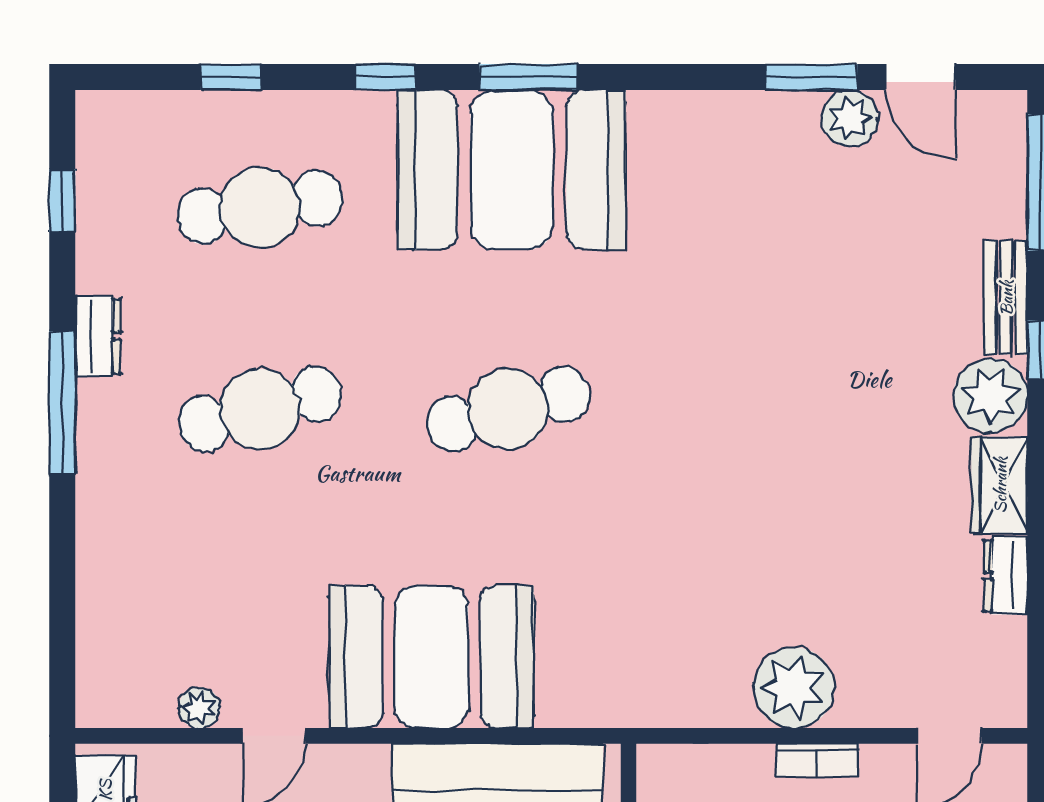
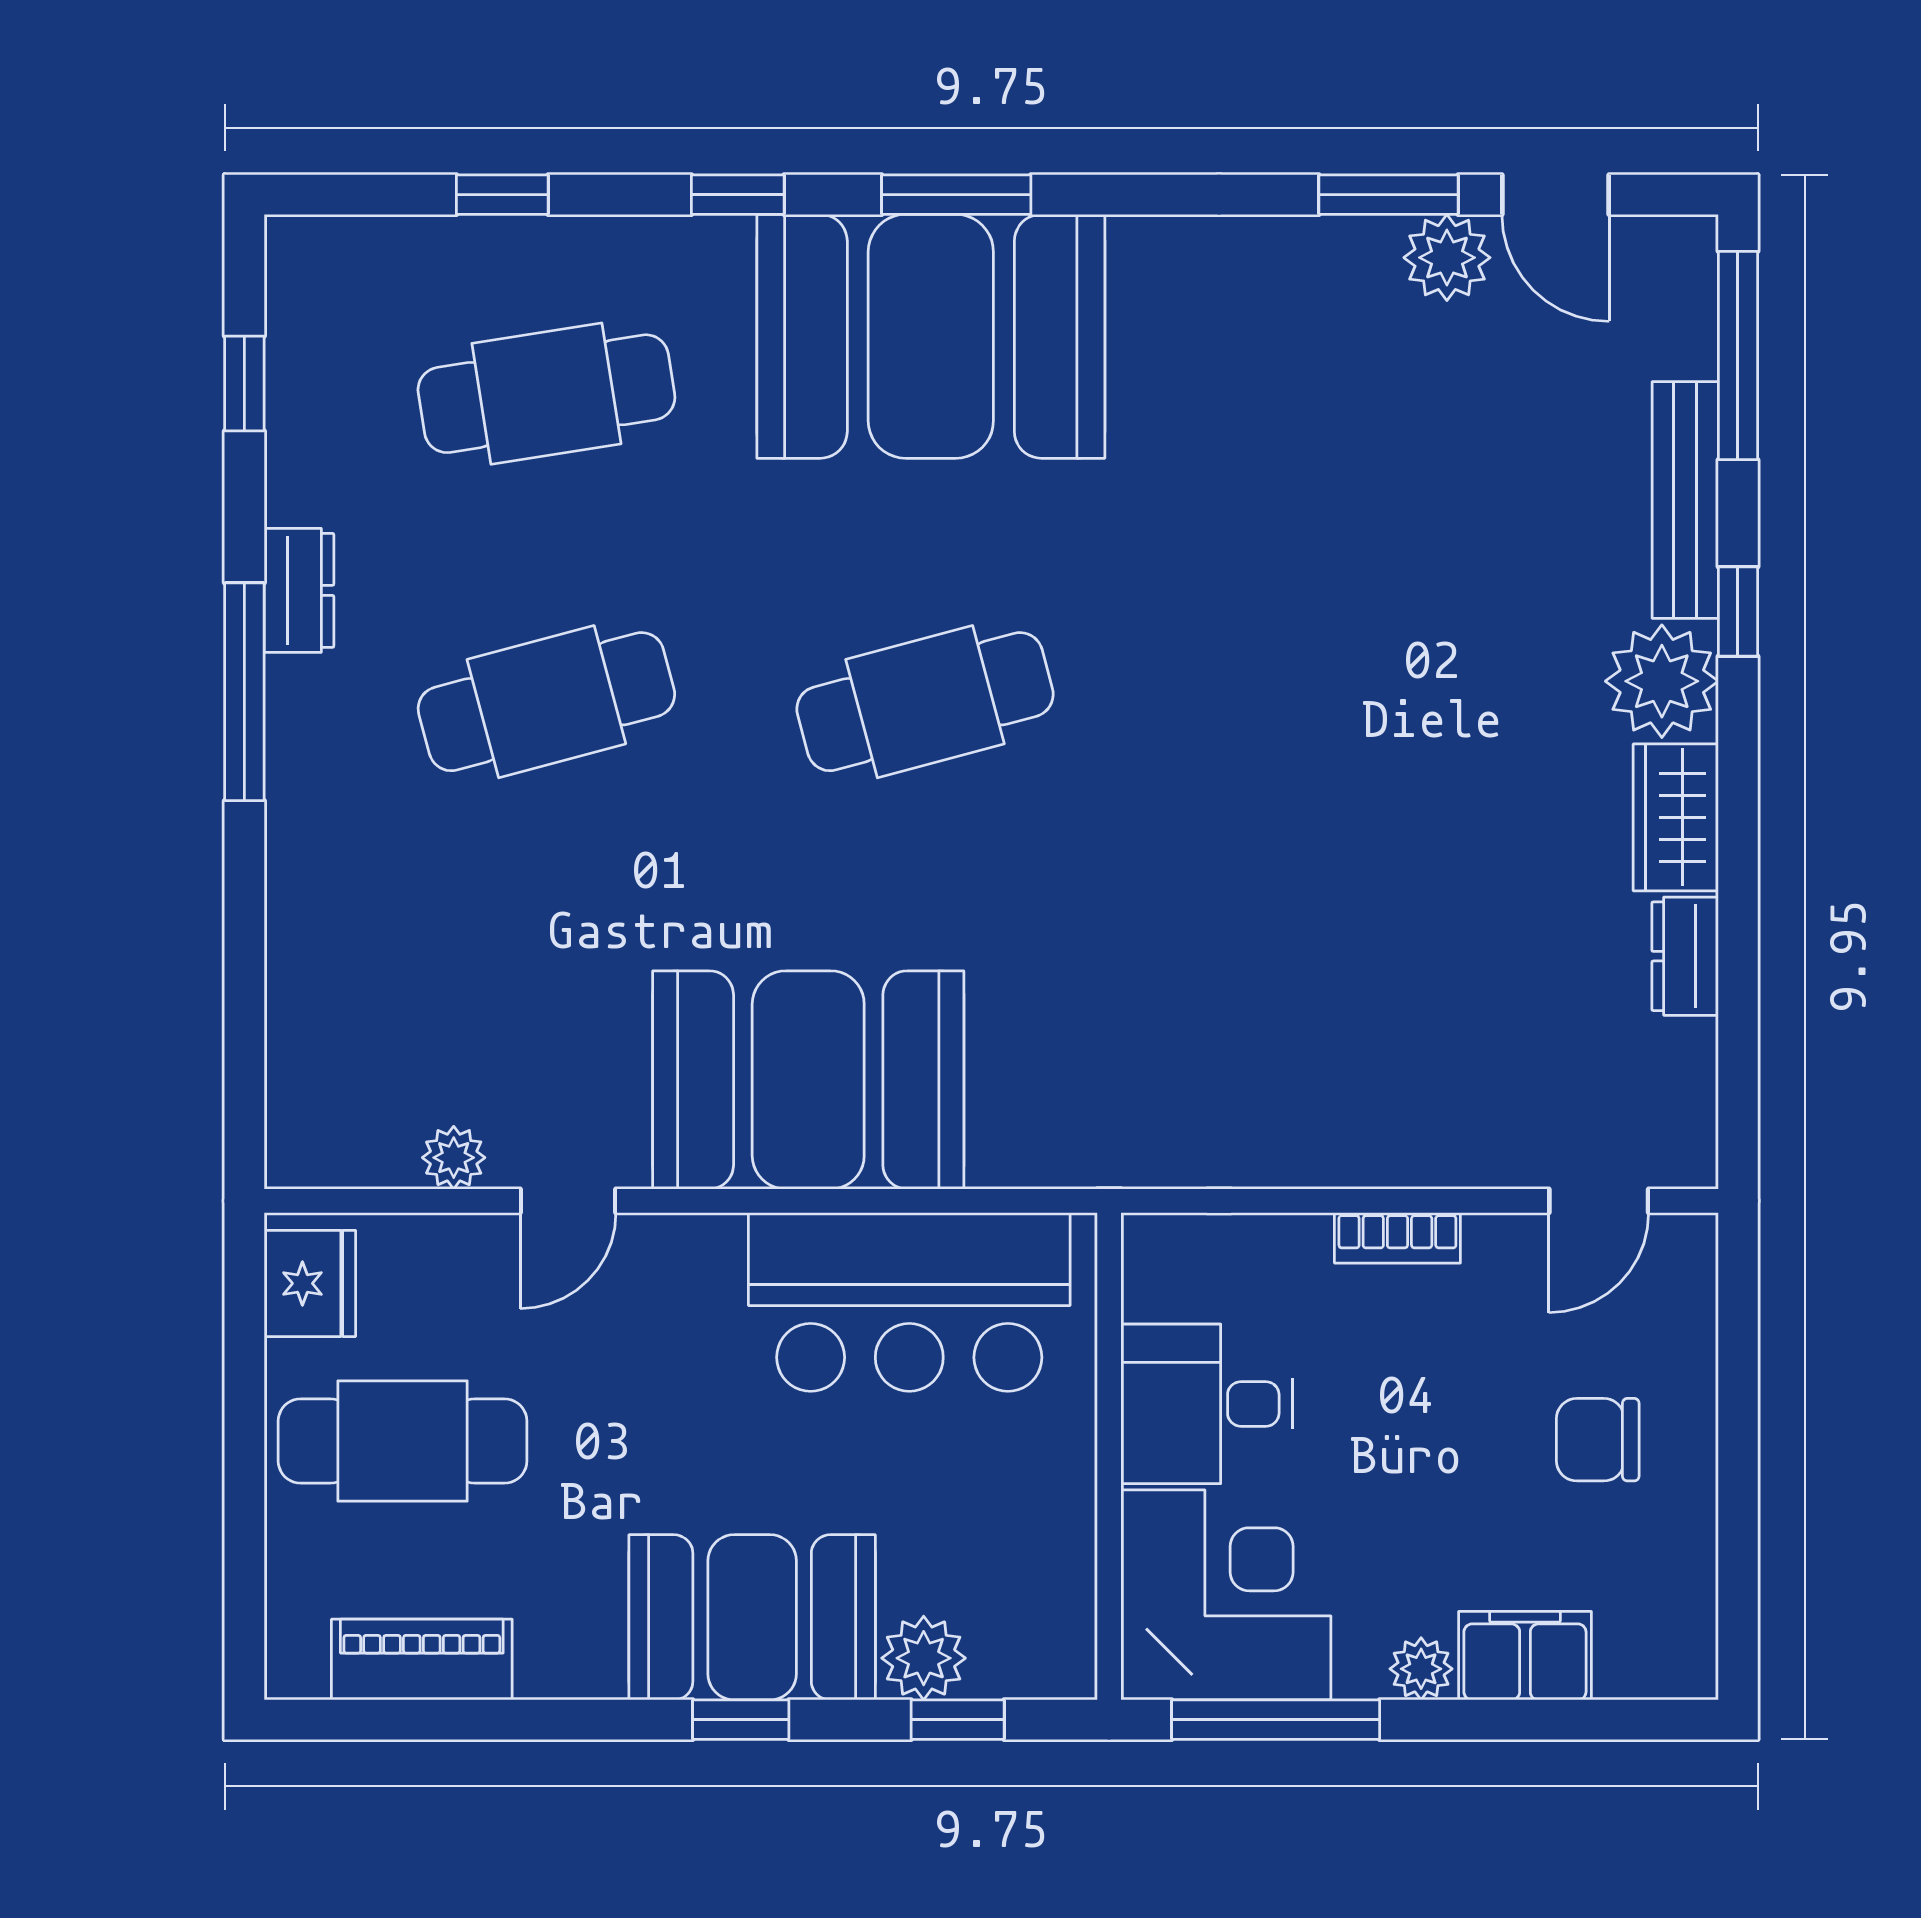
bench: (1006, 298) -> (1685, 500), width x1.36
plant: (794, 688) -> (1361, 1127), removed

